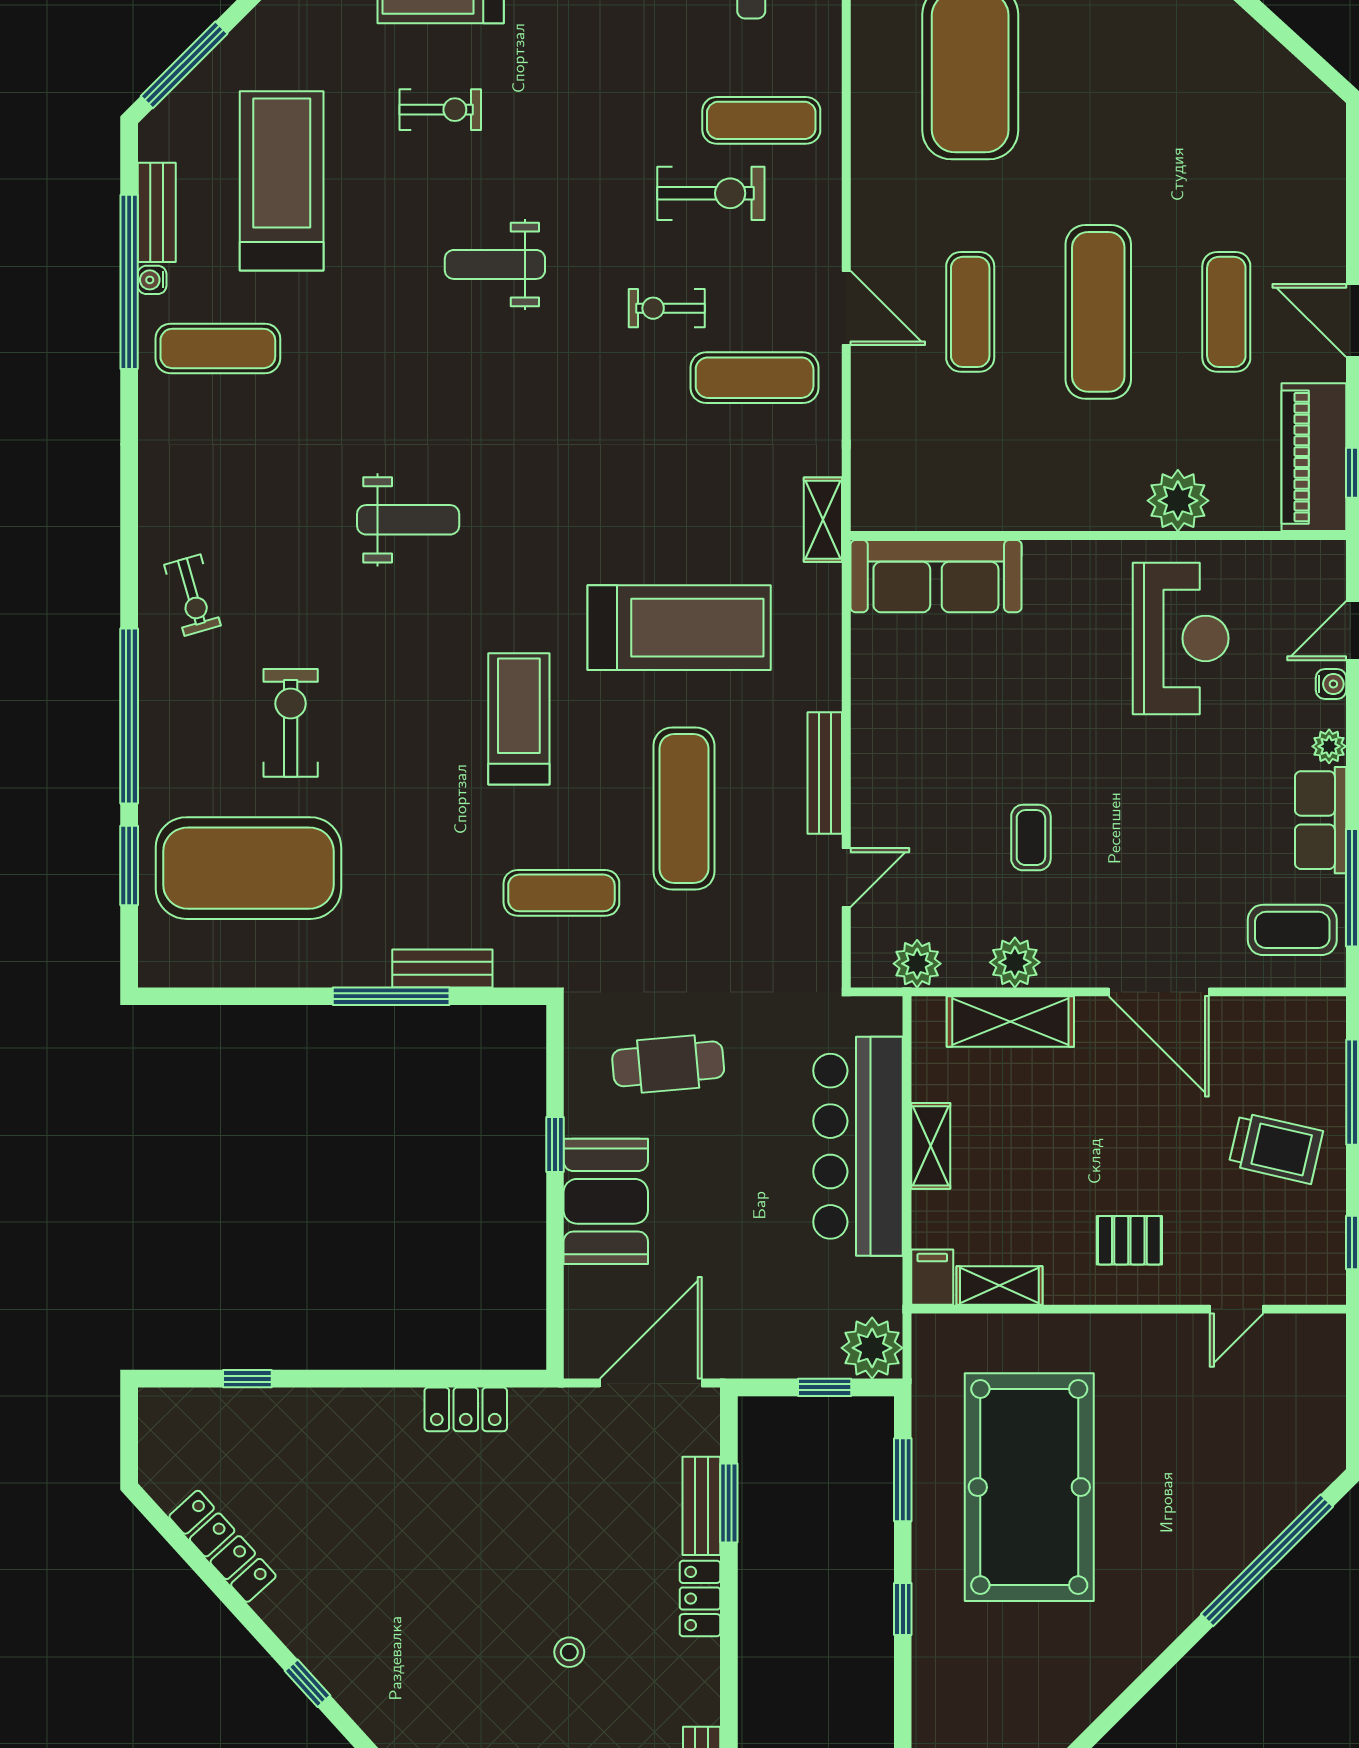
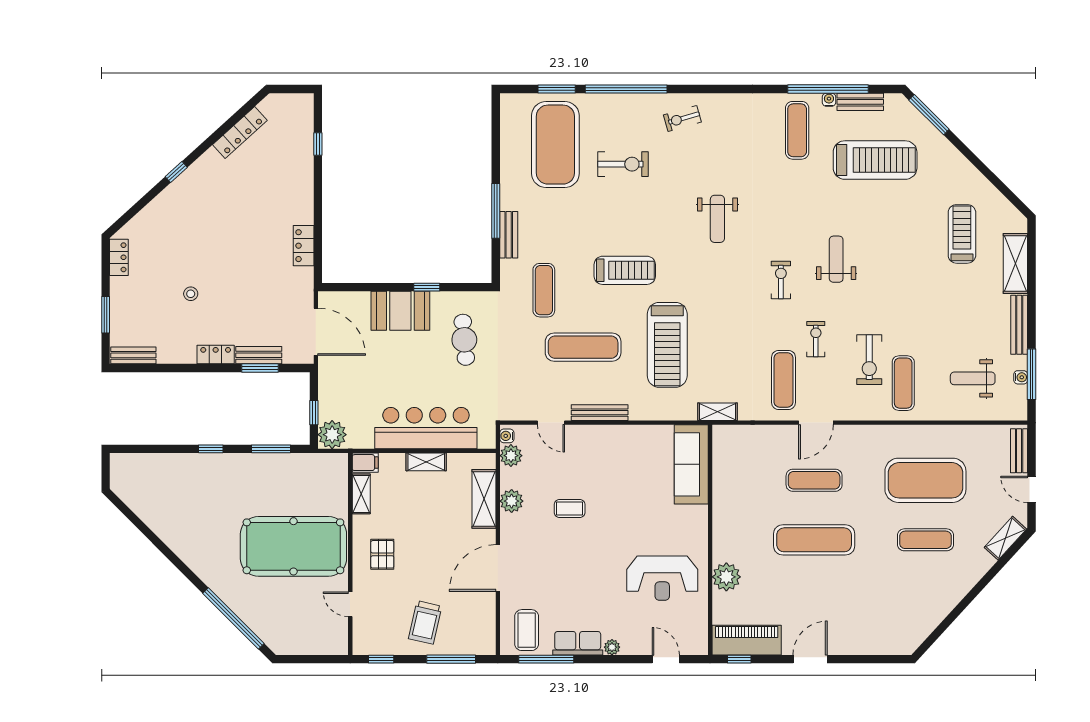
exercise bike: (440, 110) -> (781, 280), moved, turned 180
exercise mat: (1226, 312) -> (925, 540), moved
water cooler: (1331, 684) -> (507, 436), moved, turned 90
pool table: (1029, 1487) -> (293, 546), moved

